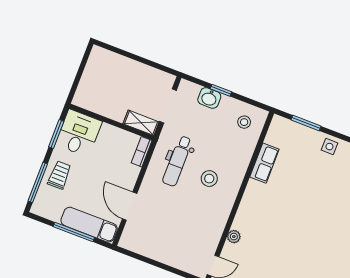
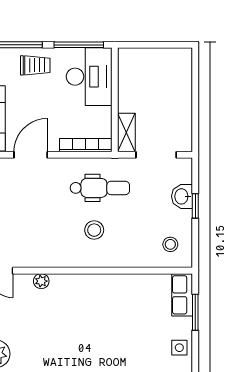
desk: (79, 133) -> (89, 77), width x1.37
window: (56, 134) -> (79, 45), width x1.44
bookcase: (142, 152) -> (86, 145), width x1.56
dental chair: (177, 161) -> (100, 188), turned 180
row of seats: (264, 163) -> (182, 295), moved, turned 90

